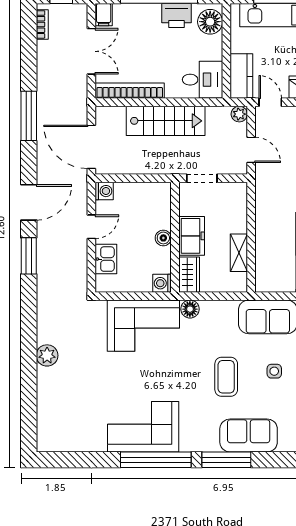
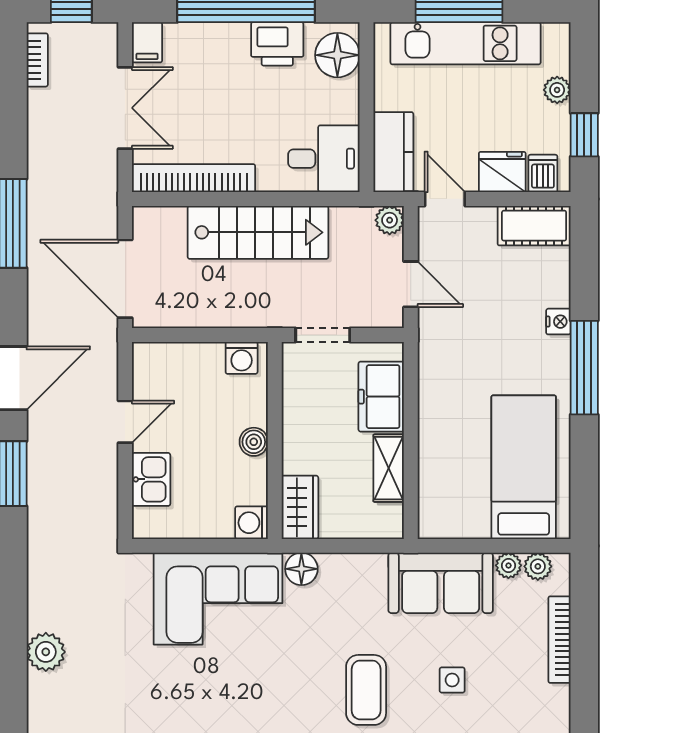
washing machine: (104, 191) -> (242, 358), moved, turned 90
freezer: (192, 236) -> (381, 397), moved, turned 180

